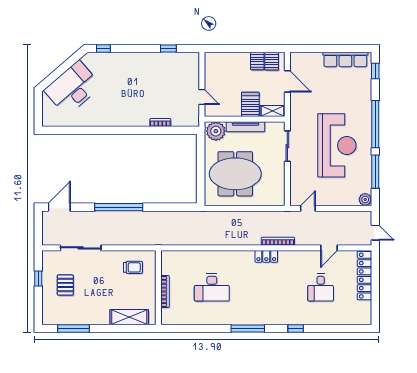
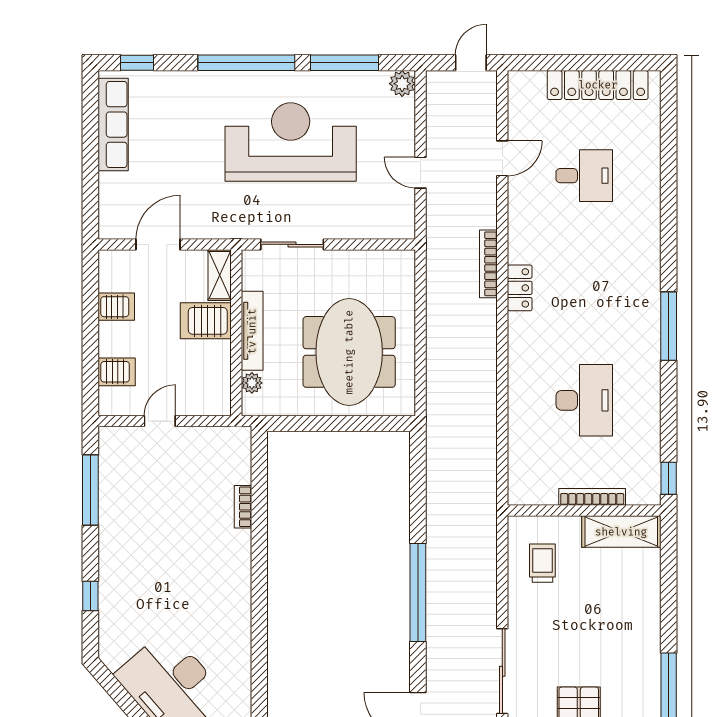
window: (103, 48) -> (90, 596), moved
window: (168, 48) -> (90, 490), width x2.17
server rack: (272, 61) -> (117, 372), moved
door: (202, 97) -> (160, 421), moved
plant: (216, 131) -> (252, 383), width x0.53, depth x0.53
door: (308, 208) -> (420, 173), moved
door: (329, 248) -> (502, 158), hinge flipped
locker: (364, 276) -> (598, 85), moved
shelving: (129, 317) -> (621, 532), moved, turned 90
window: (296, 328) -> (669, 478), moved

